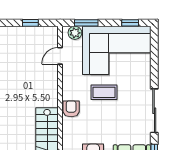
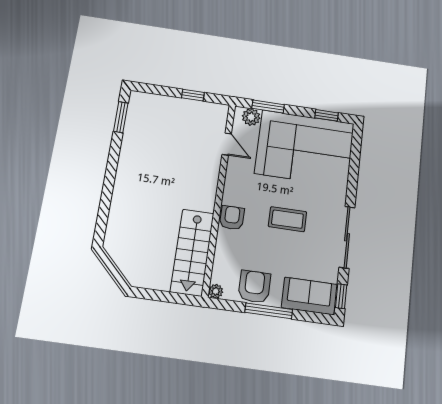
door: (60, 56) -> (227, 144), swing flipped
coffee table: (104, 92) -> (288, 219), moved

